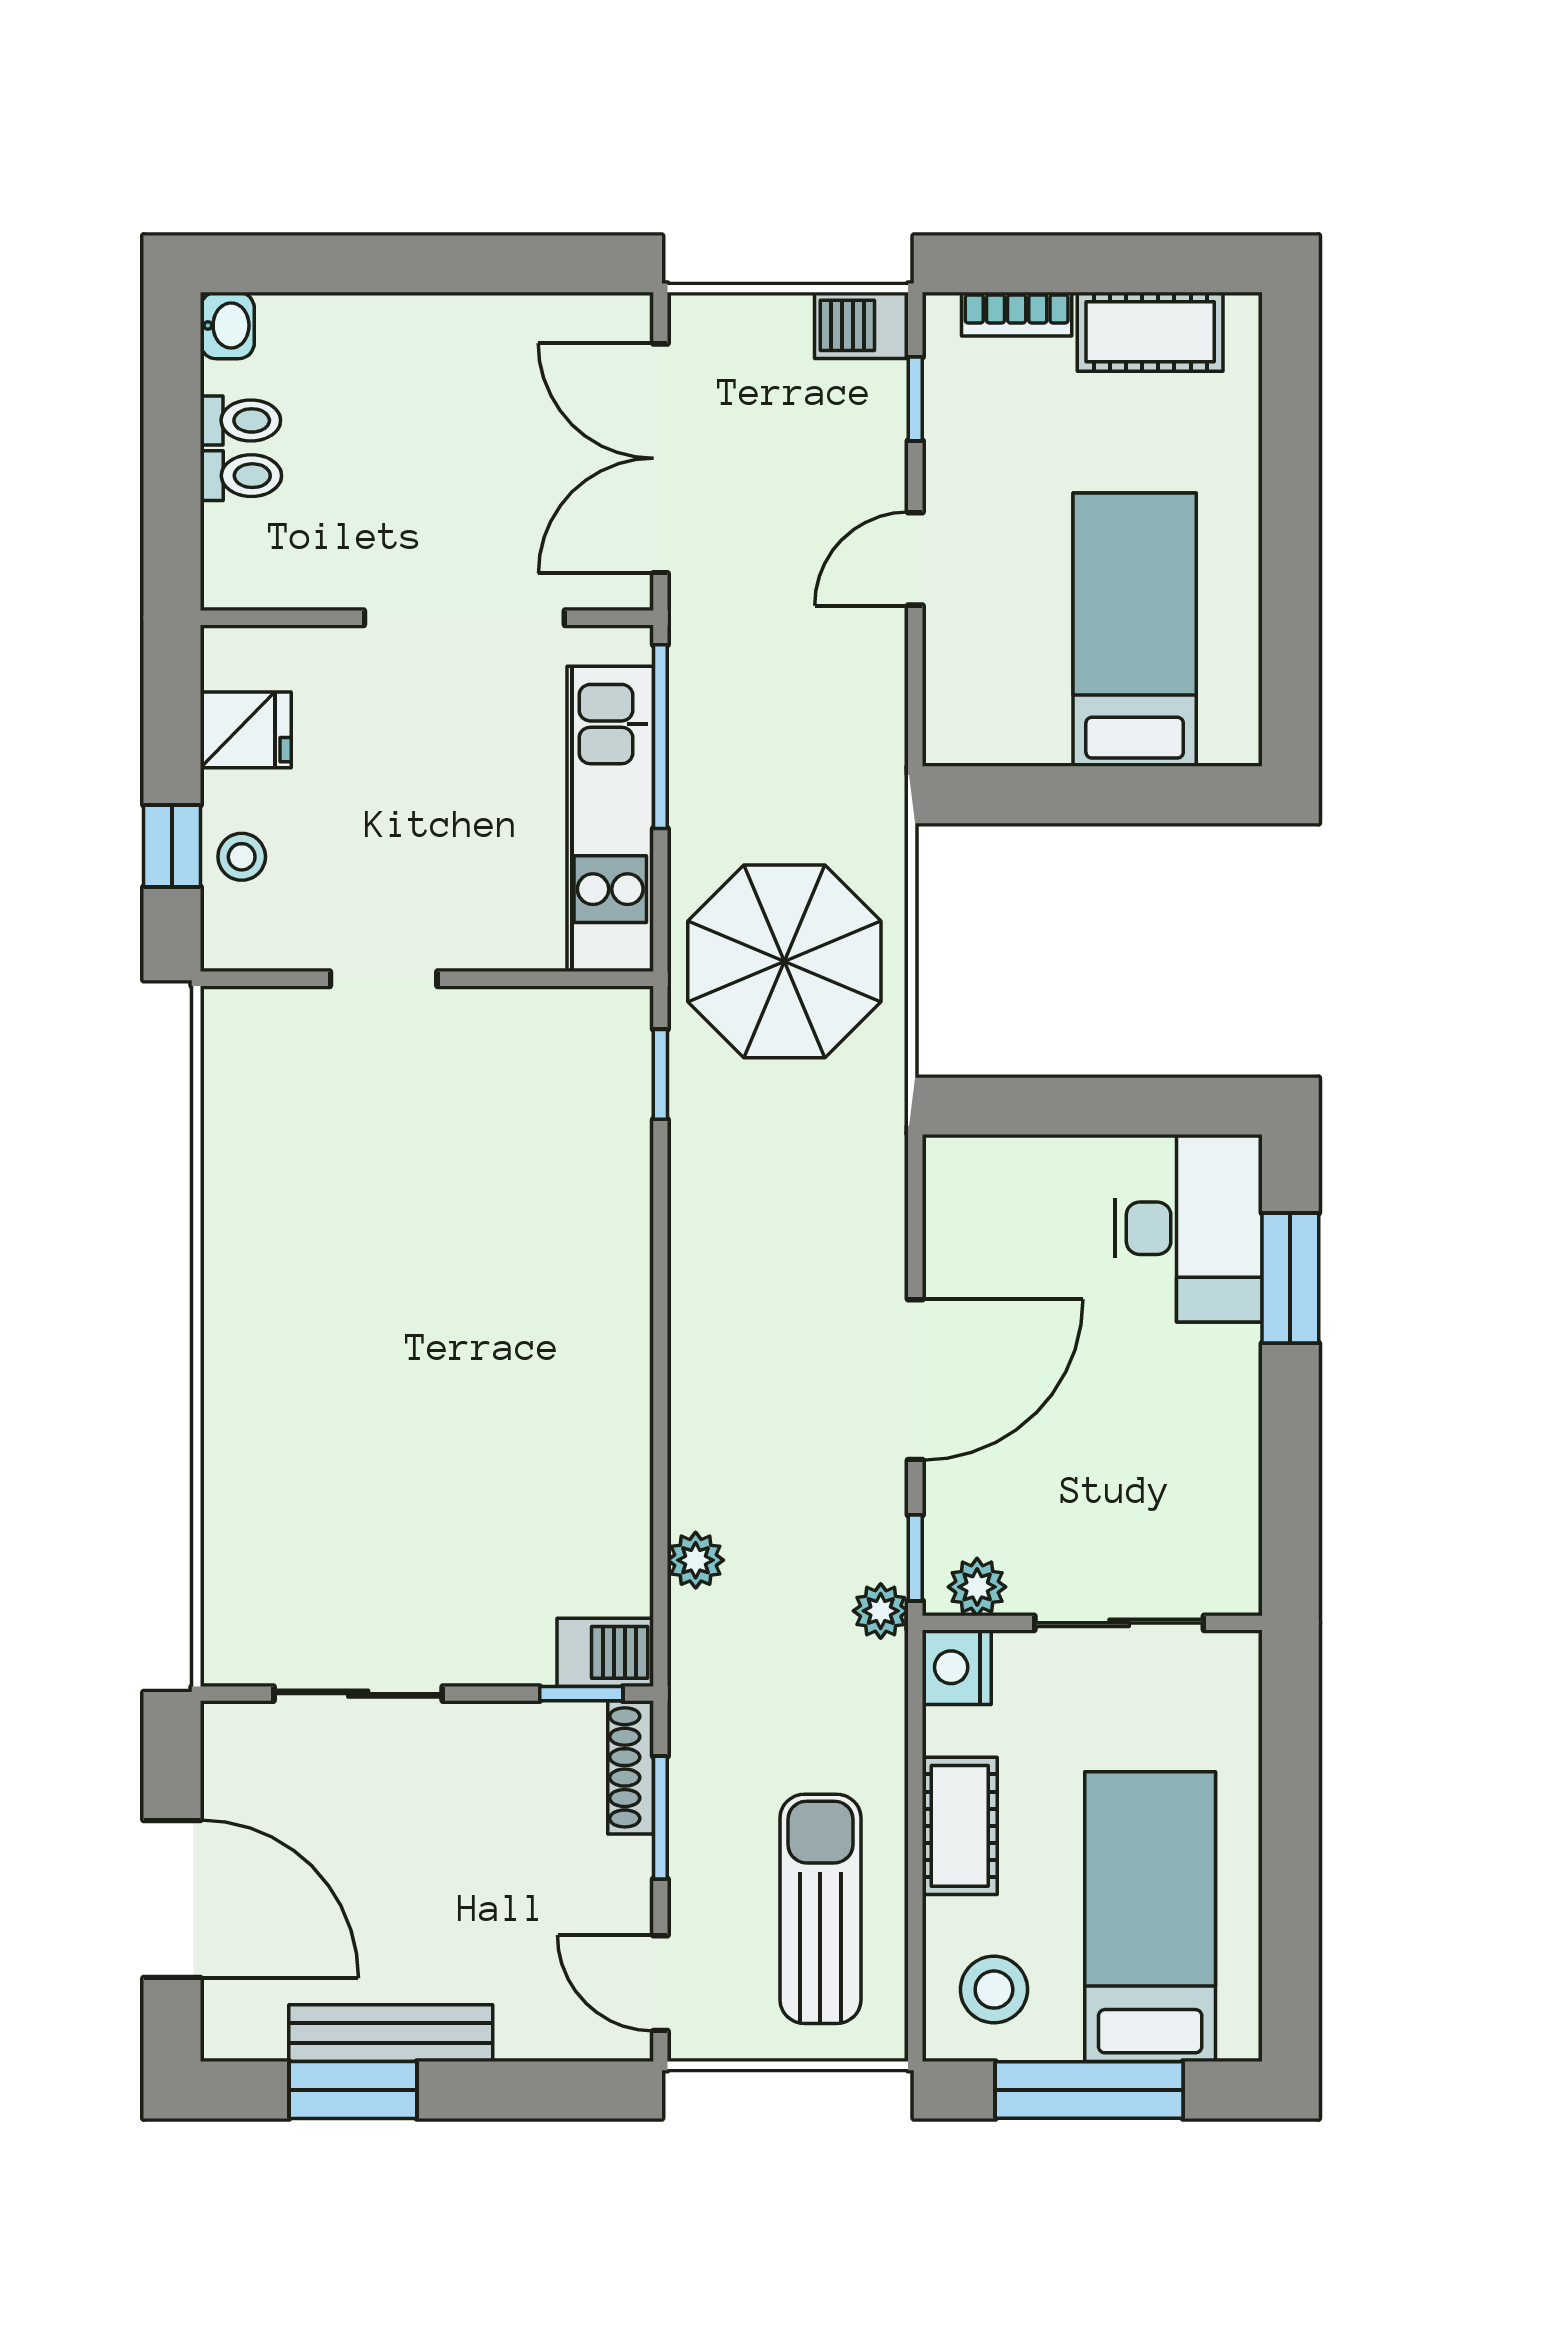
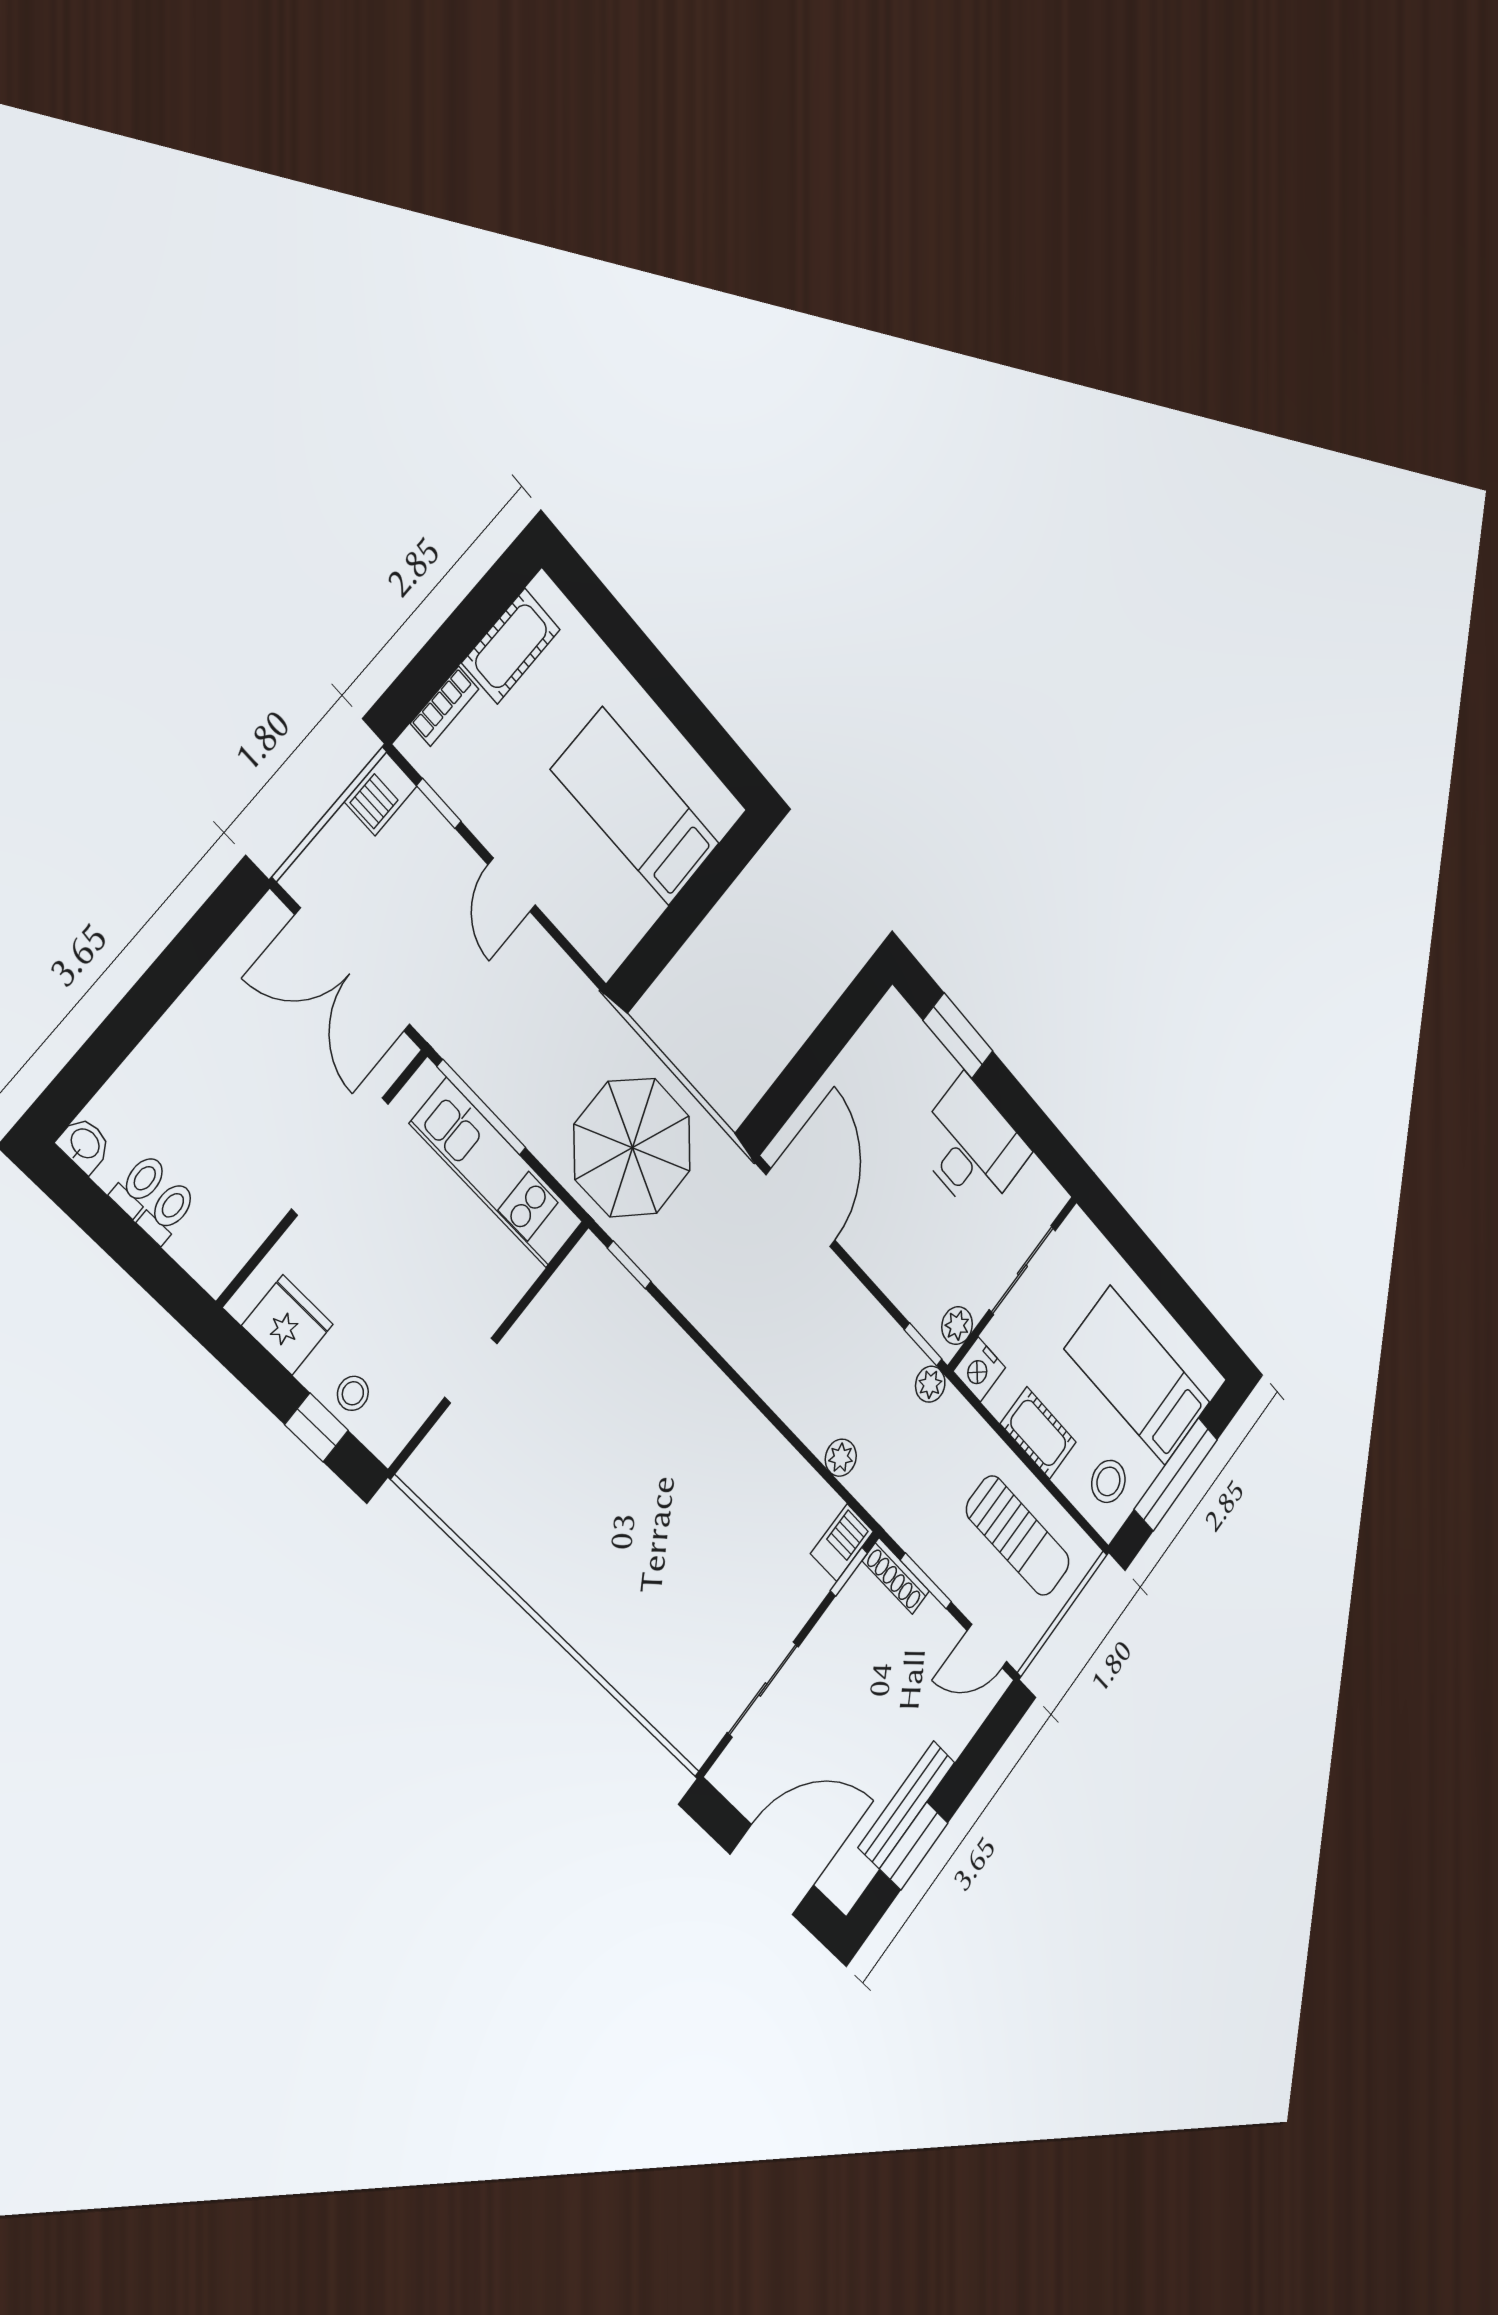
fridge: (246, 730) -> (287, 1325), width x1.38
desk: (1188, 1228) -> (972, 1147), moved
door: (915, 1380) -> (801, 1208), moved
sun lounger: (820, 1909) -> (1018, 1536), turned 180

